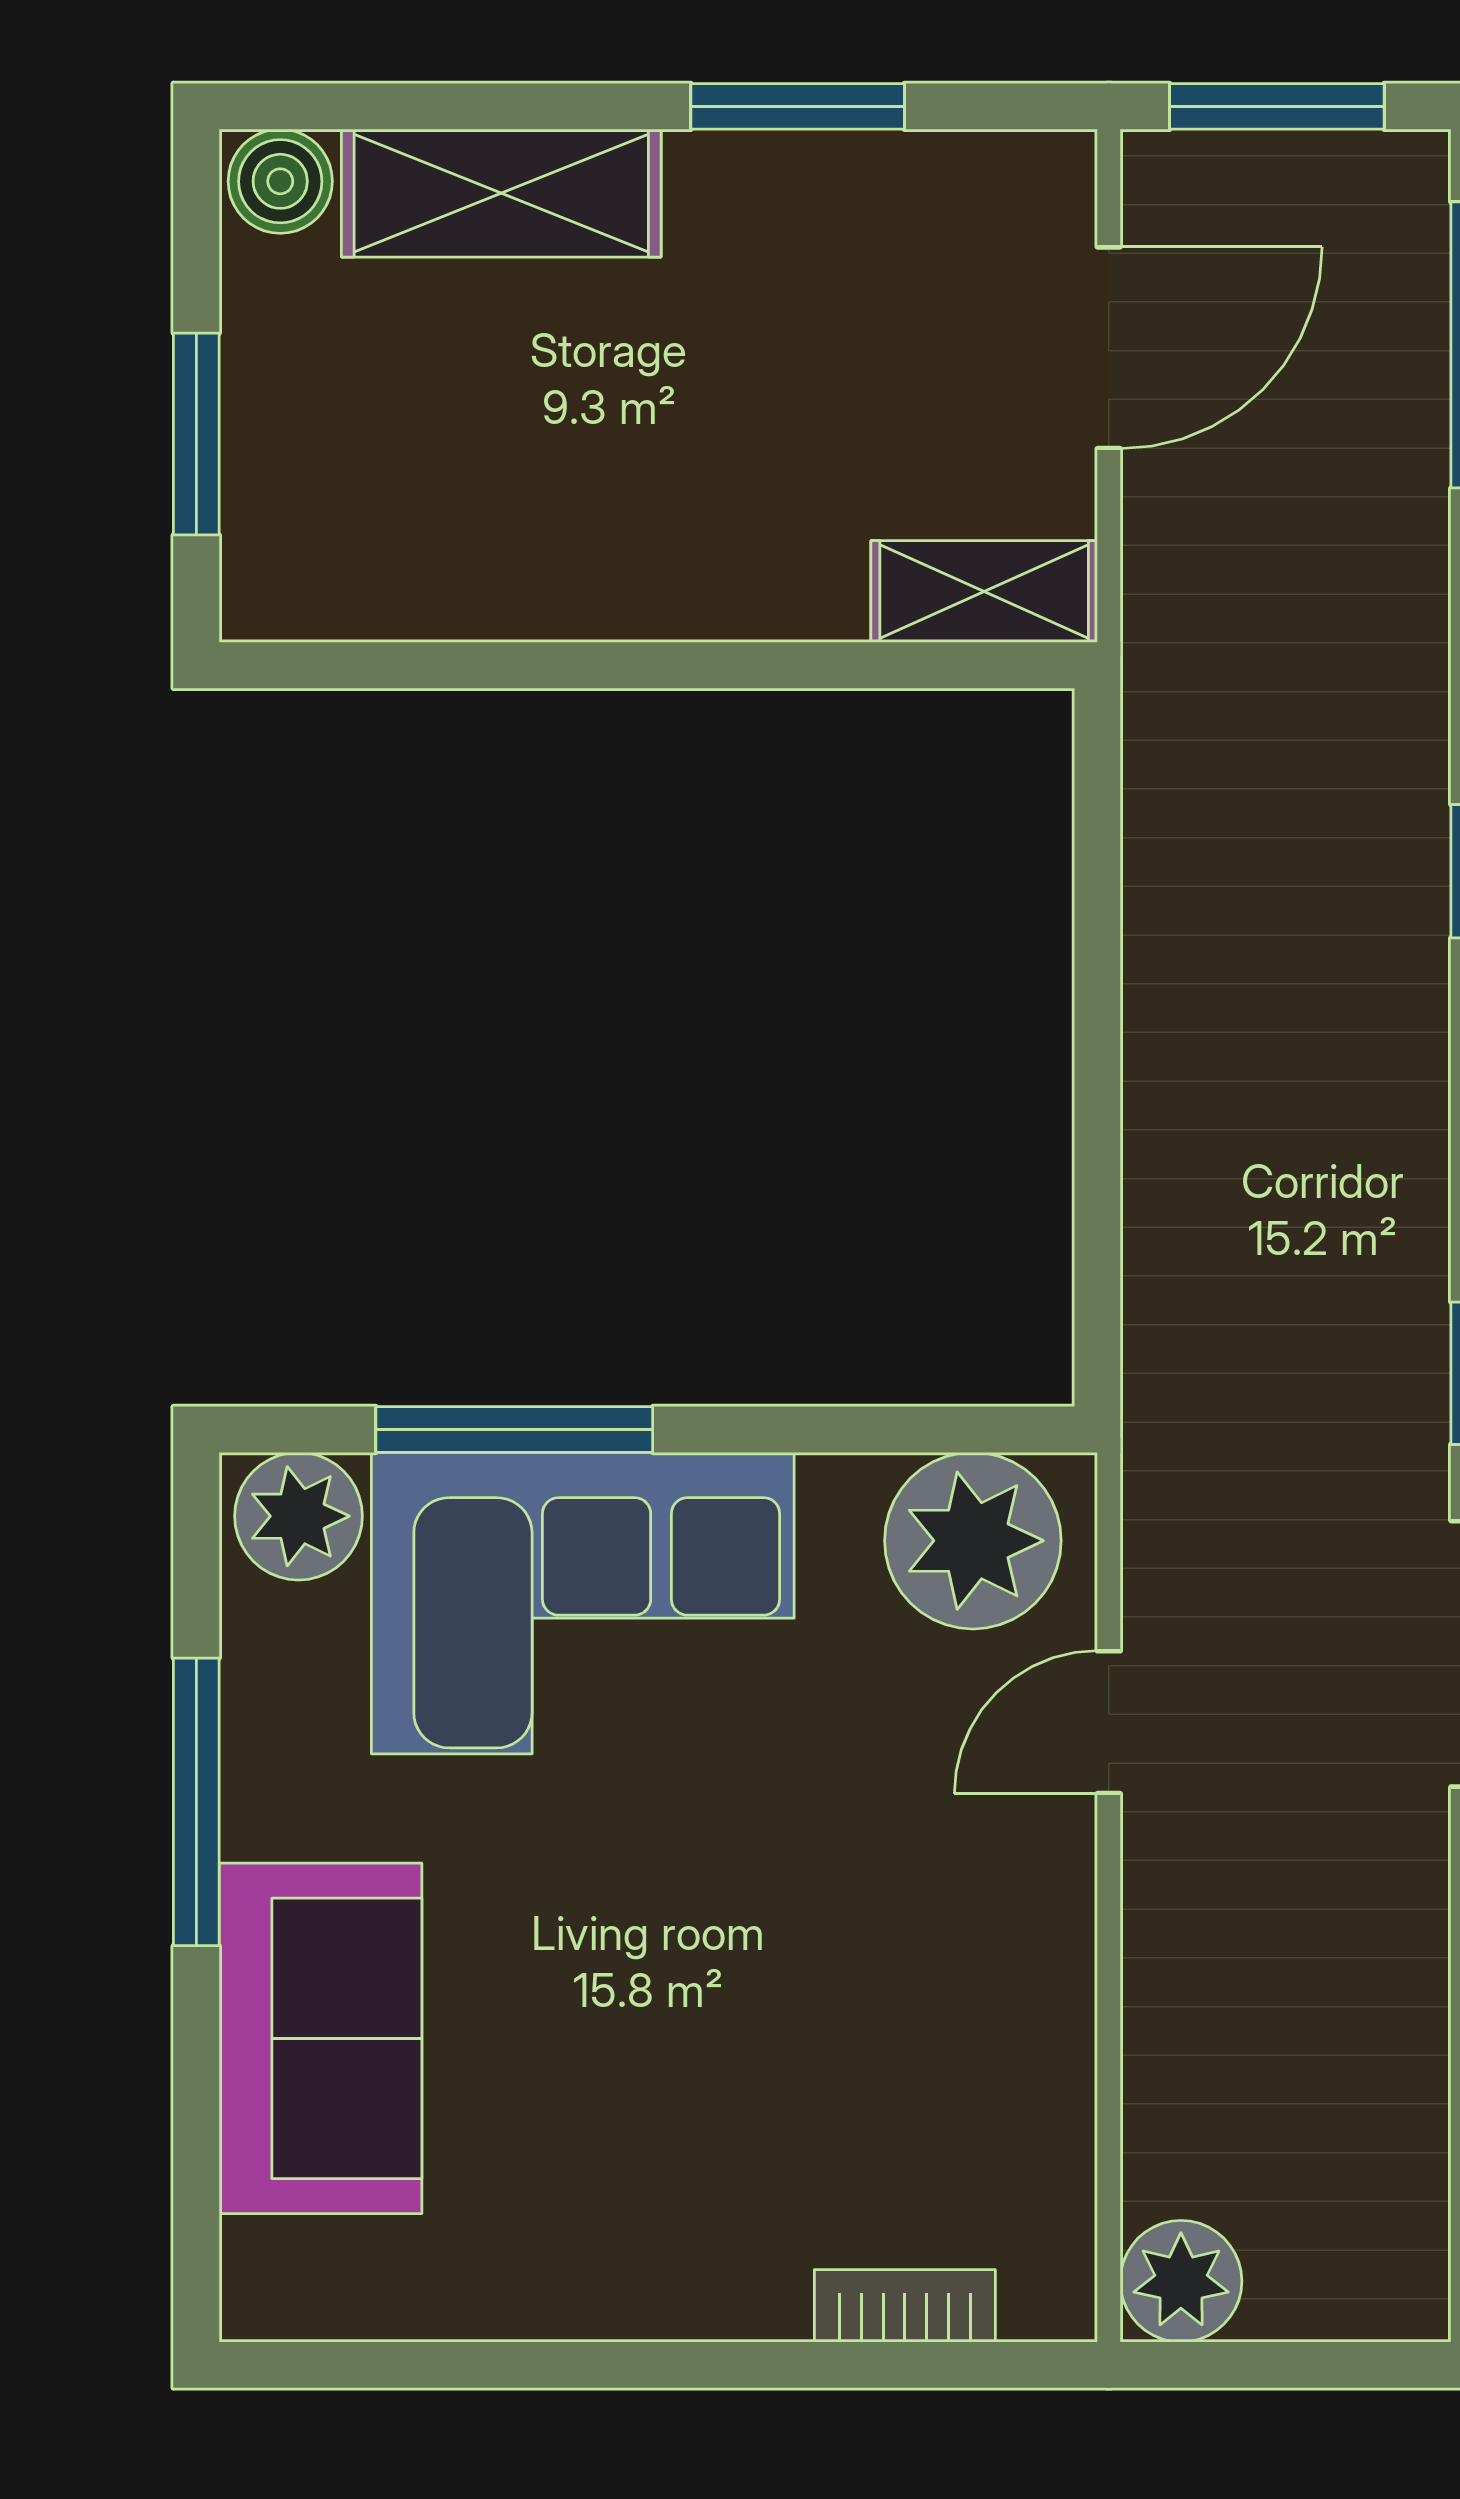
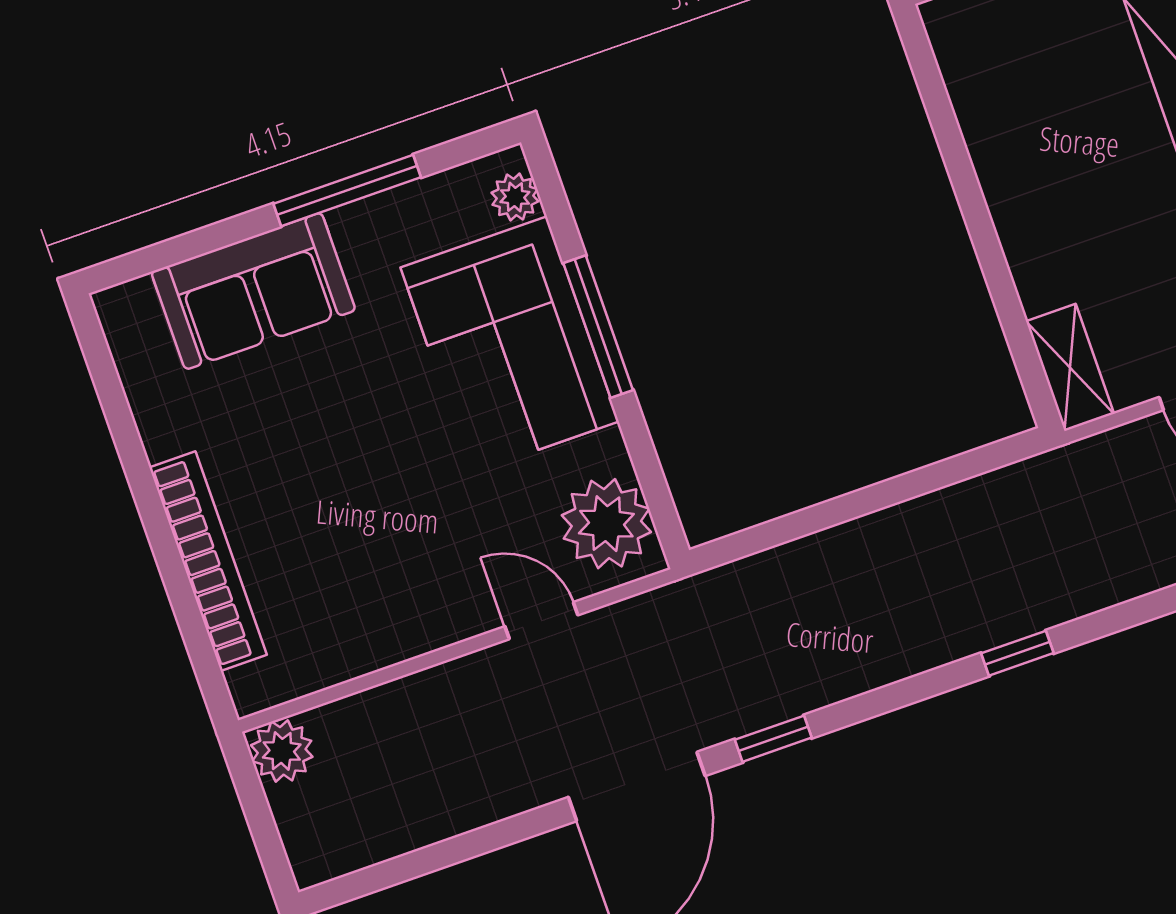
window: (514, 1430) -> (598, 327), moved
plant: (298, 1516) -> (515, 197), width x0.73, depth x0.73
bookcase: (905, 2306) -> (208, 561), width x2.31, depth x1.31

